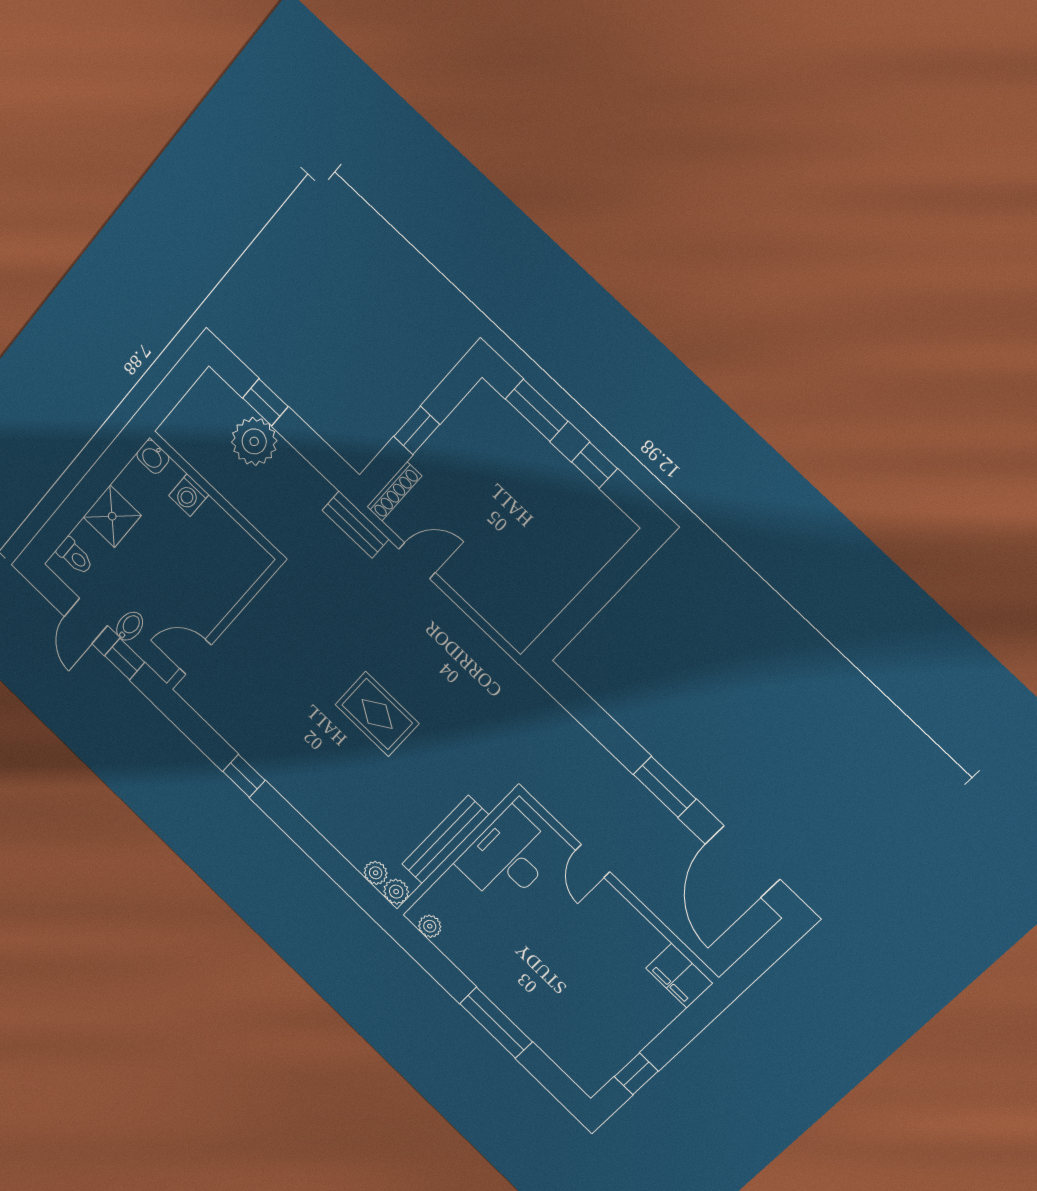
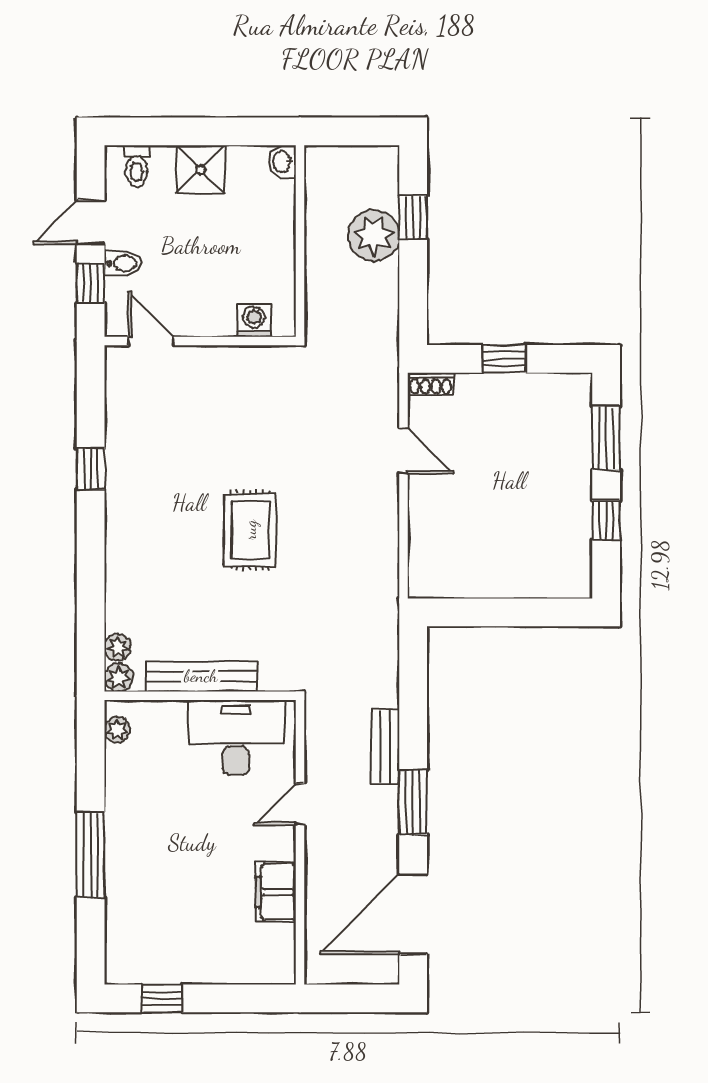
shoe rack: (394, 491) -> (431, 384), width x0.70
washing machine: (189, 495) -> (254, 320), moved, turned 90
bench: (356, 525) -> (385, 746), moved
filing cabinet: (679, 976) -> (276, 892), moved

